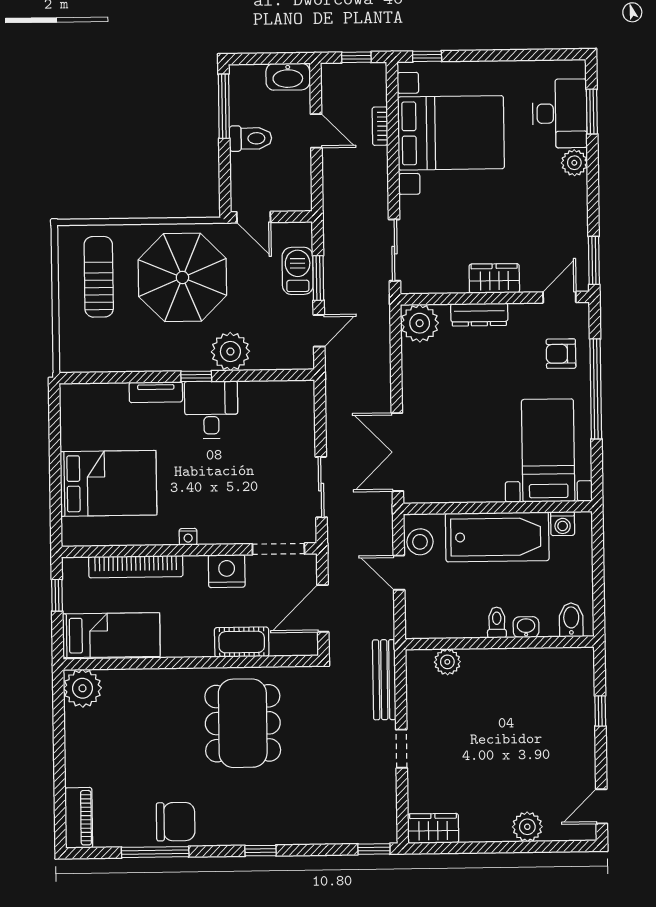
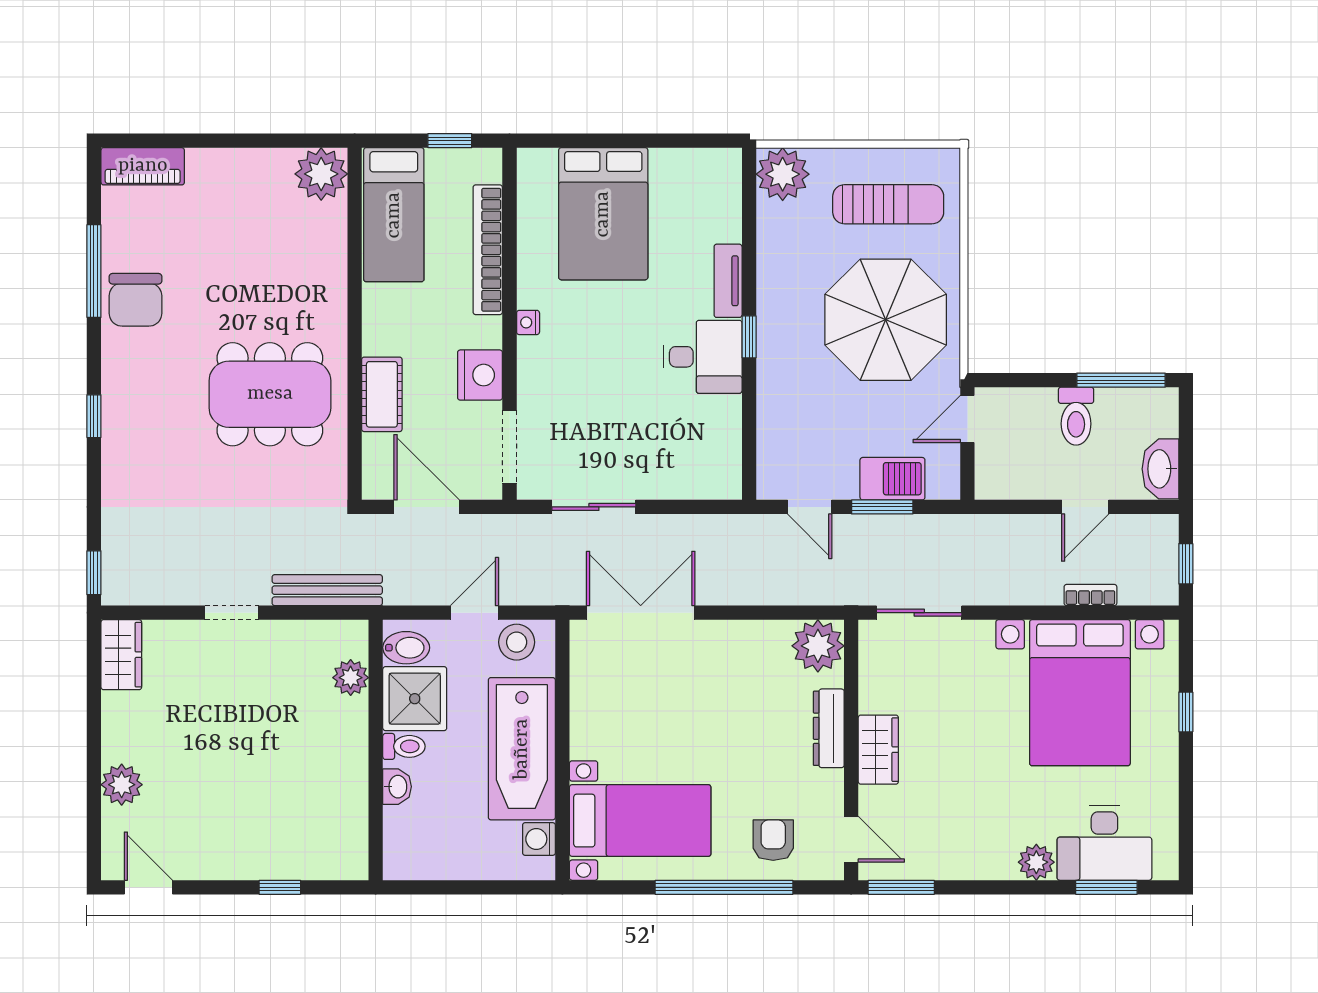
window: (427, 56) -> (1186, 712), moved
plant: (230, 351) -> (783, 174), moved
shower: (462, 615) -> (415, 699), added
bidet: (571, 620) -> (406, 648), moved

